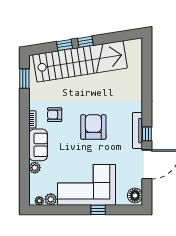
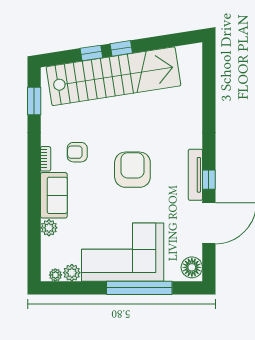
window: (98, 210) -> (139, 288), width x3.17

